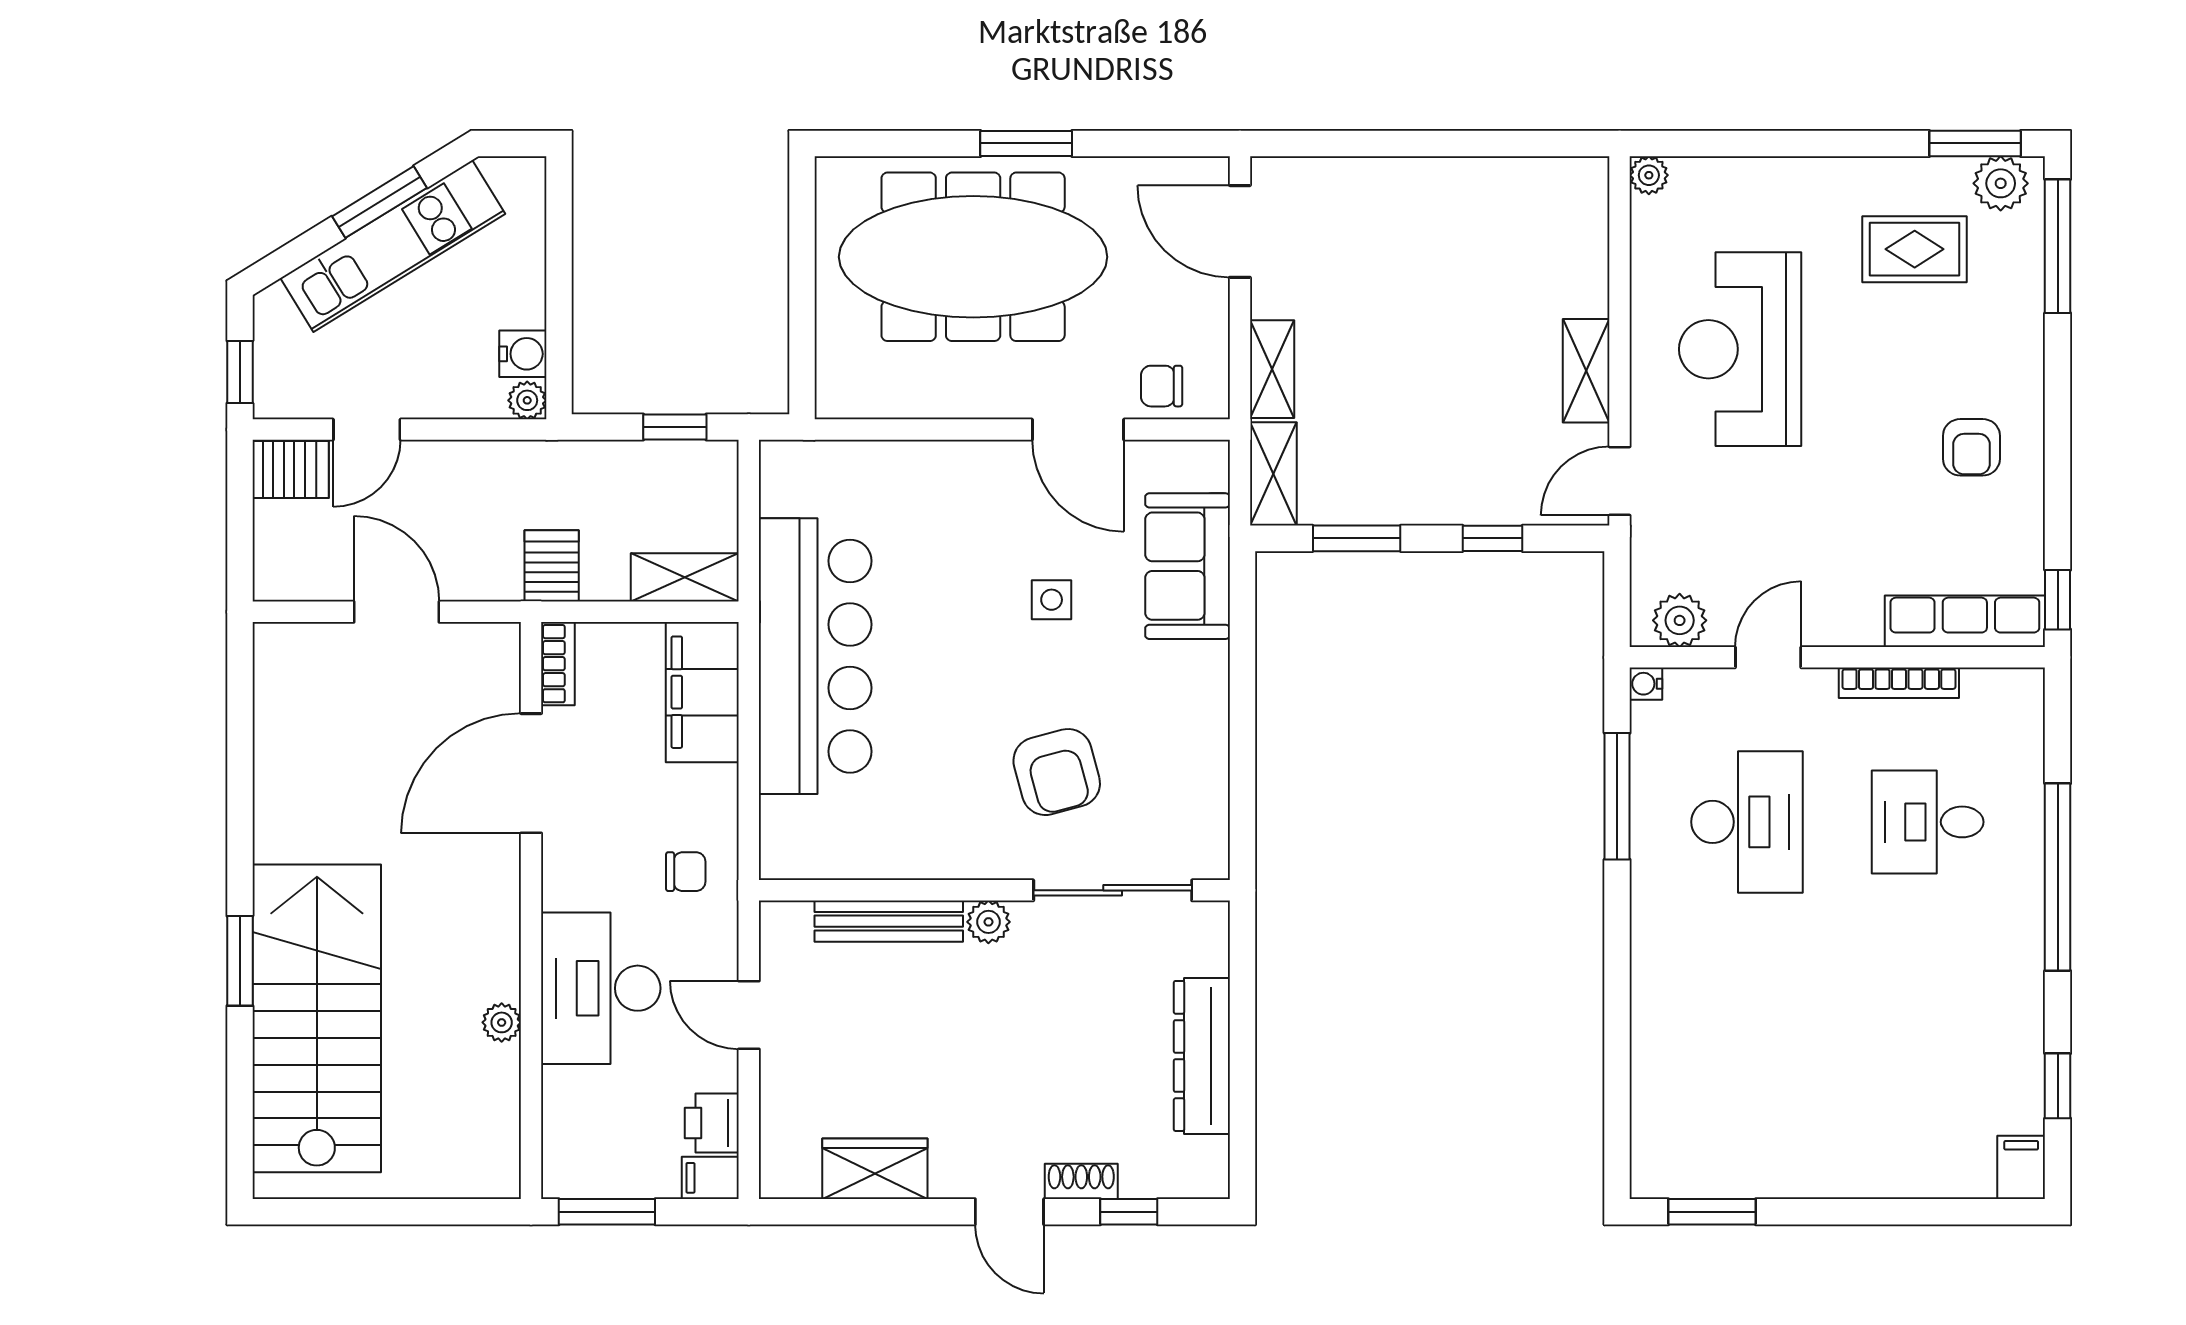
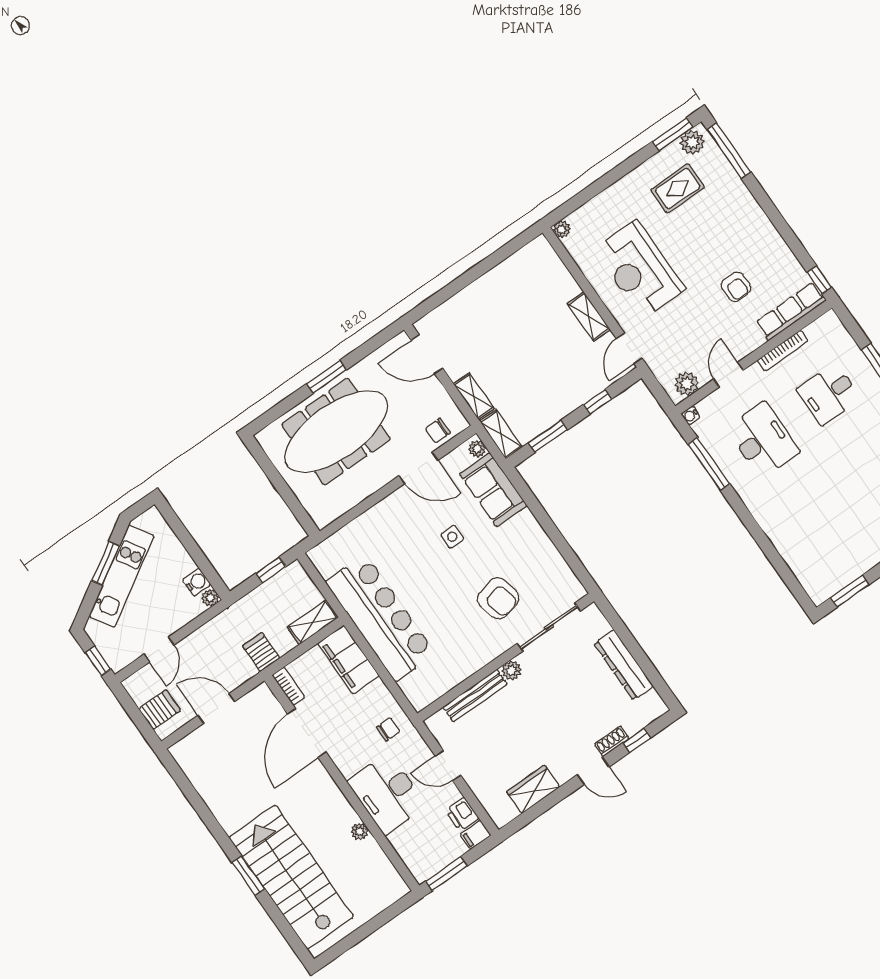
armchair: (1971, 447) -> (736, 287), moved
server rack: (291, 469) -> (160, 710), moved
plant: (1211, 470) -> (477, 449), added

